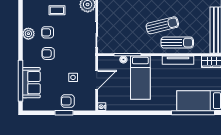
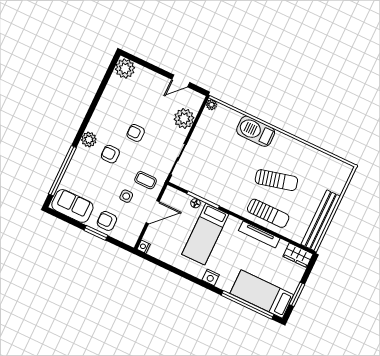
coffee table: (57, 10) -> (146, 180), moved
sun lounger: (162, 25) -> (276, 180), moved
armchair: (48, 32) -> (136, 133), moved
plant: (28, 34) -> (89, 139), moved
sofa: (31, 83) -> (72, 206), moved, turned -90
nightstand: (158, 106) -> (211, 277), added

